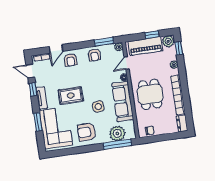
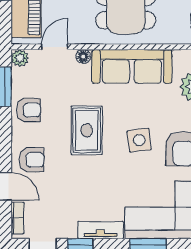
door: (127, 63) -> (55, 47), swing flipped
rug: (71, 96) -> (87, 130), moved
side table: (98, 107) -> (139, 140), moved

